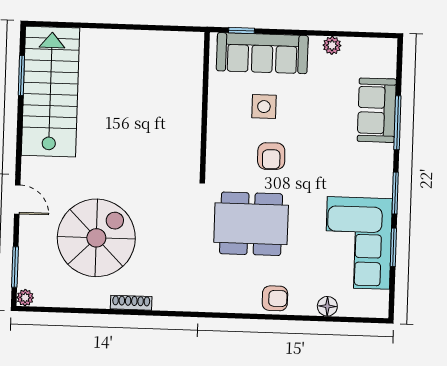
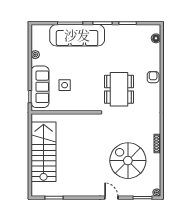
stairs: (50, 92) -> (44, 152), moved, turned 90
sofa: (377, 110) -> (77, 35), width x1.85, depth x1.27
armchair: (271, 156) -> (87, 81), removed
door: (17, 199) -> (111, 198), hinge flipped
corner sofa: (358, 243) -> (126, 39), removed
floor lamp: (327, 306) -> (156, 38), moved

